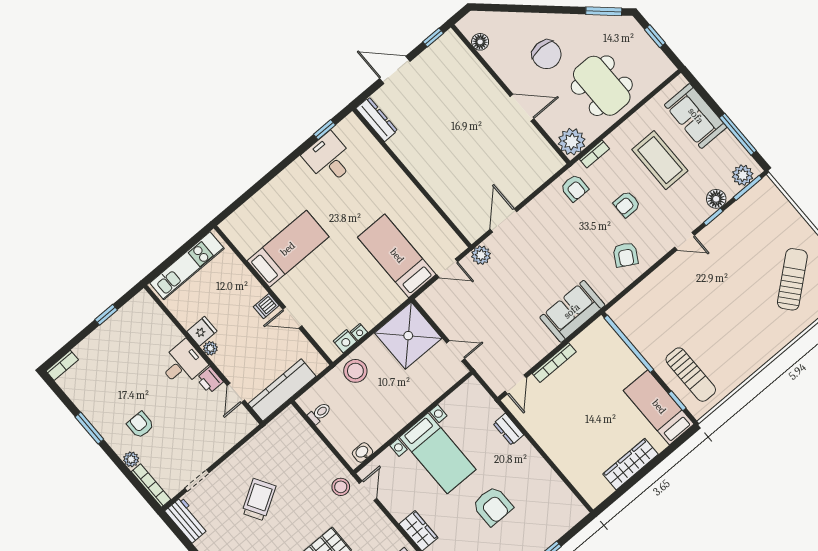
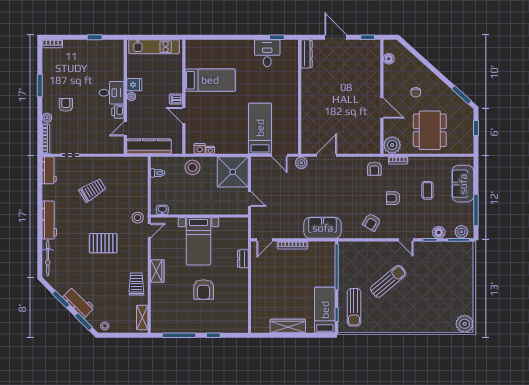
chair: (547, 54) -> (416, 92), width x0.54, depth x0.54
coffee table: (660, 160) -> (427, 190), width x0.54, depth x0.58
sun lounger: (792, 279) -> (388, 281), moved

